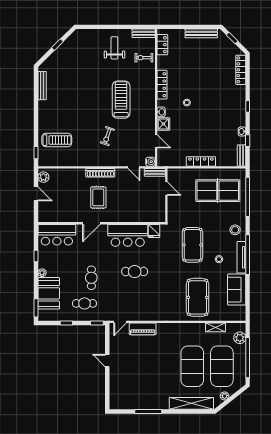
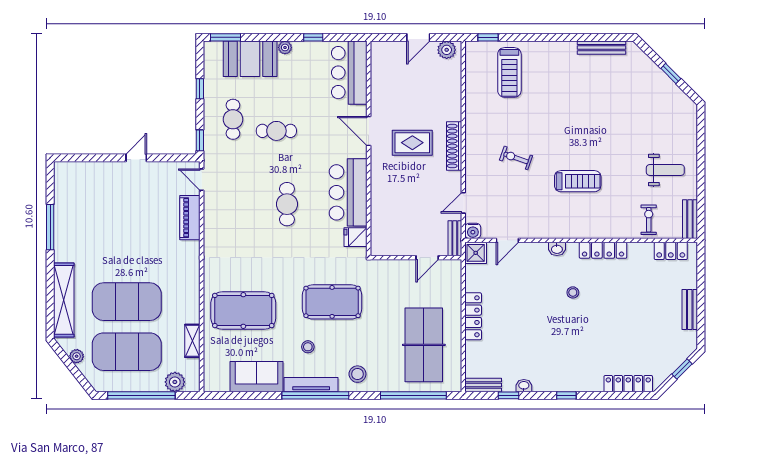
bench: (201, 33) -> (690, 309), width x0.73
treadmill: (121, 100) -> (578, 181), width x0.73, depth x0.73
shower: (163, 124) -> (476, 253), moved

